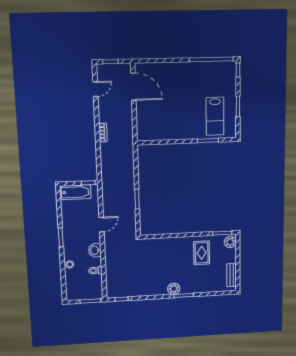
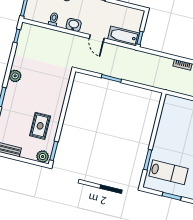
lab bench: (215, 116) -> (169, 172), turned 180
bathtub: (75, 192) -> (124, 36), moved, turned 90
rug: (202, 253) -> (40, 126), turned 90
plant: (174, 289) -> (15, 76), moved

